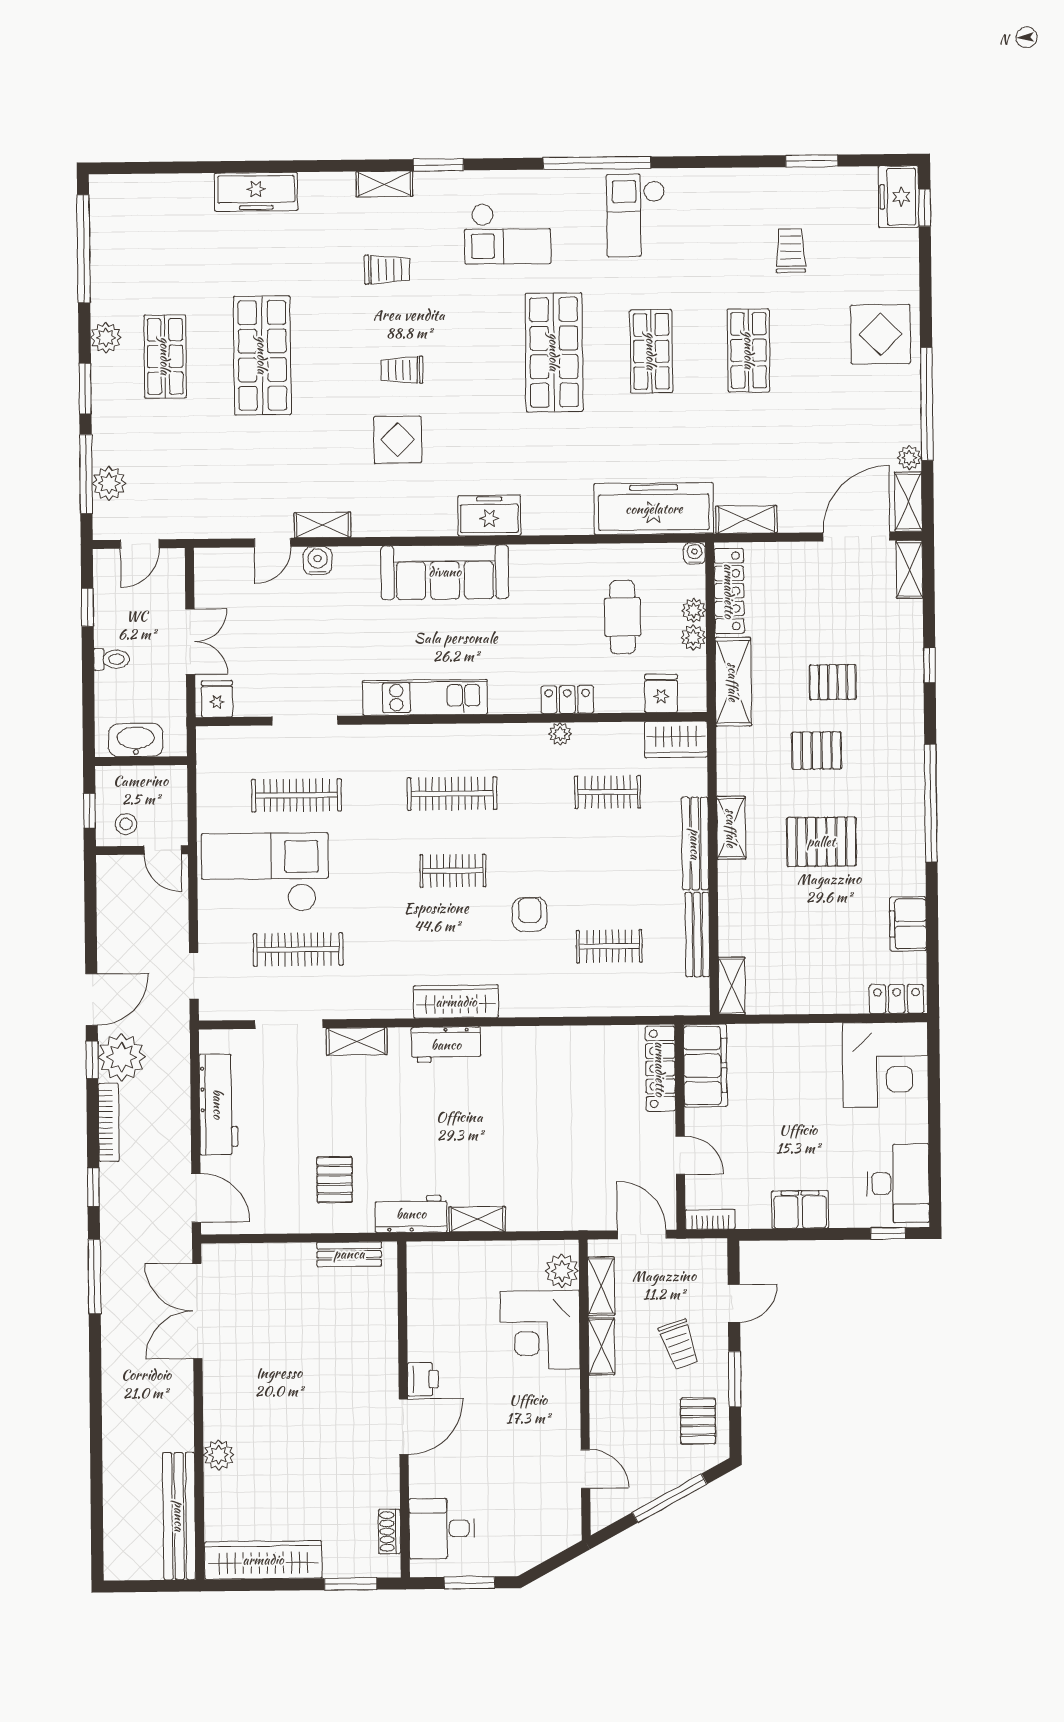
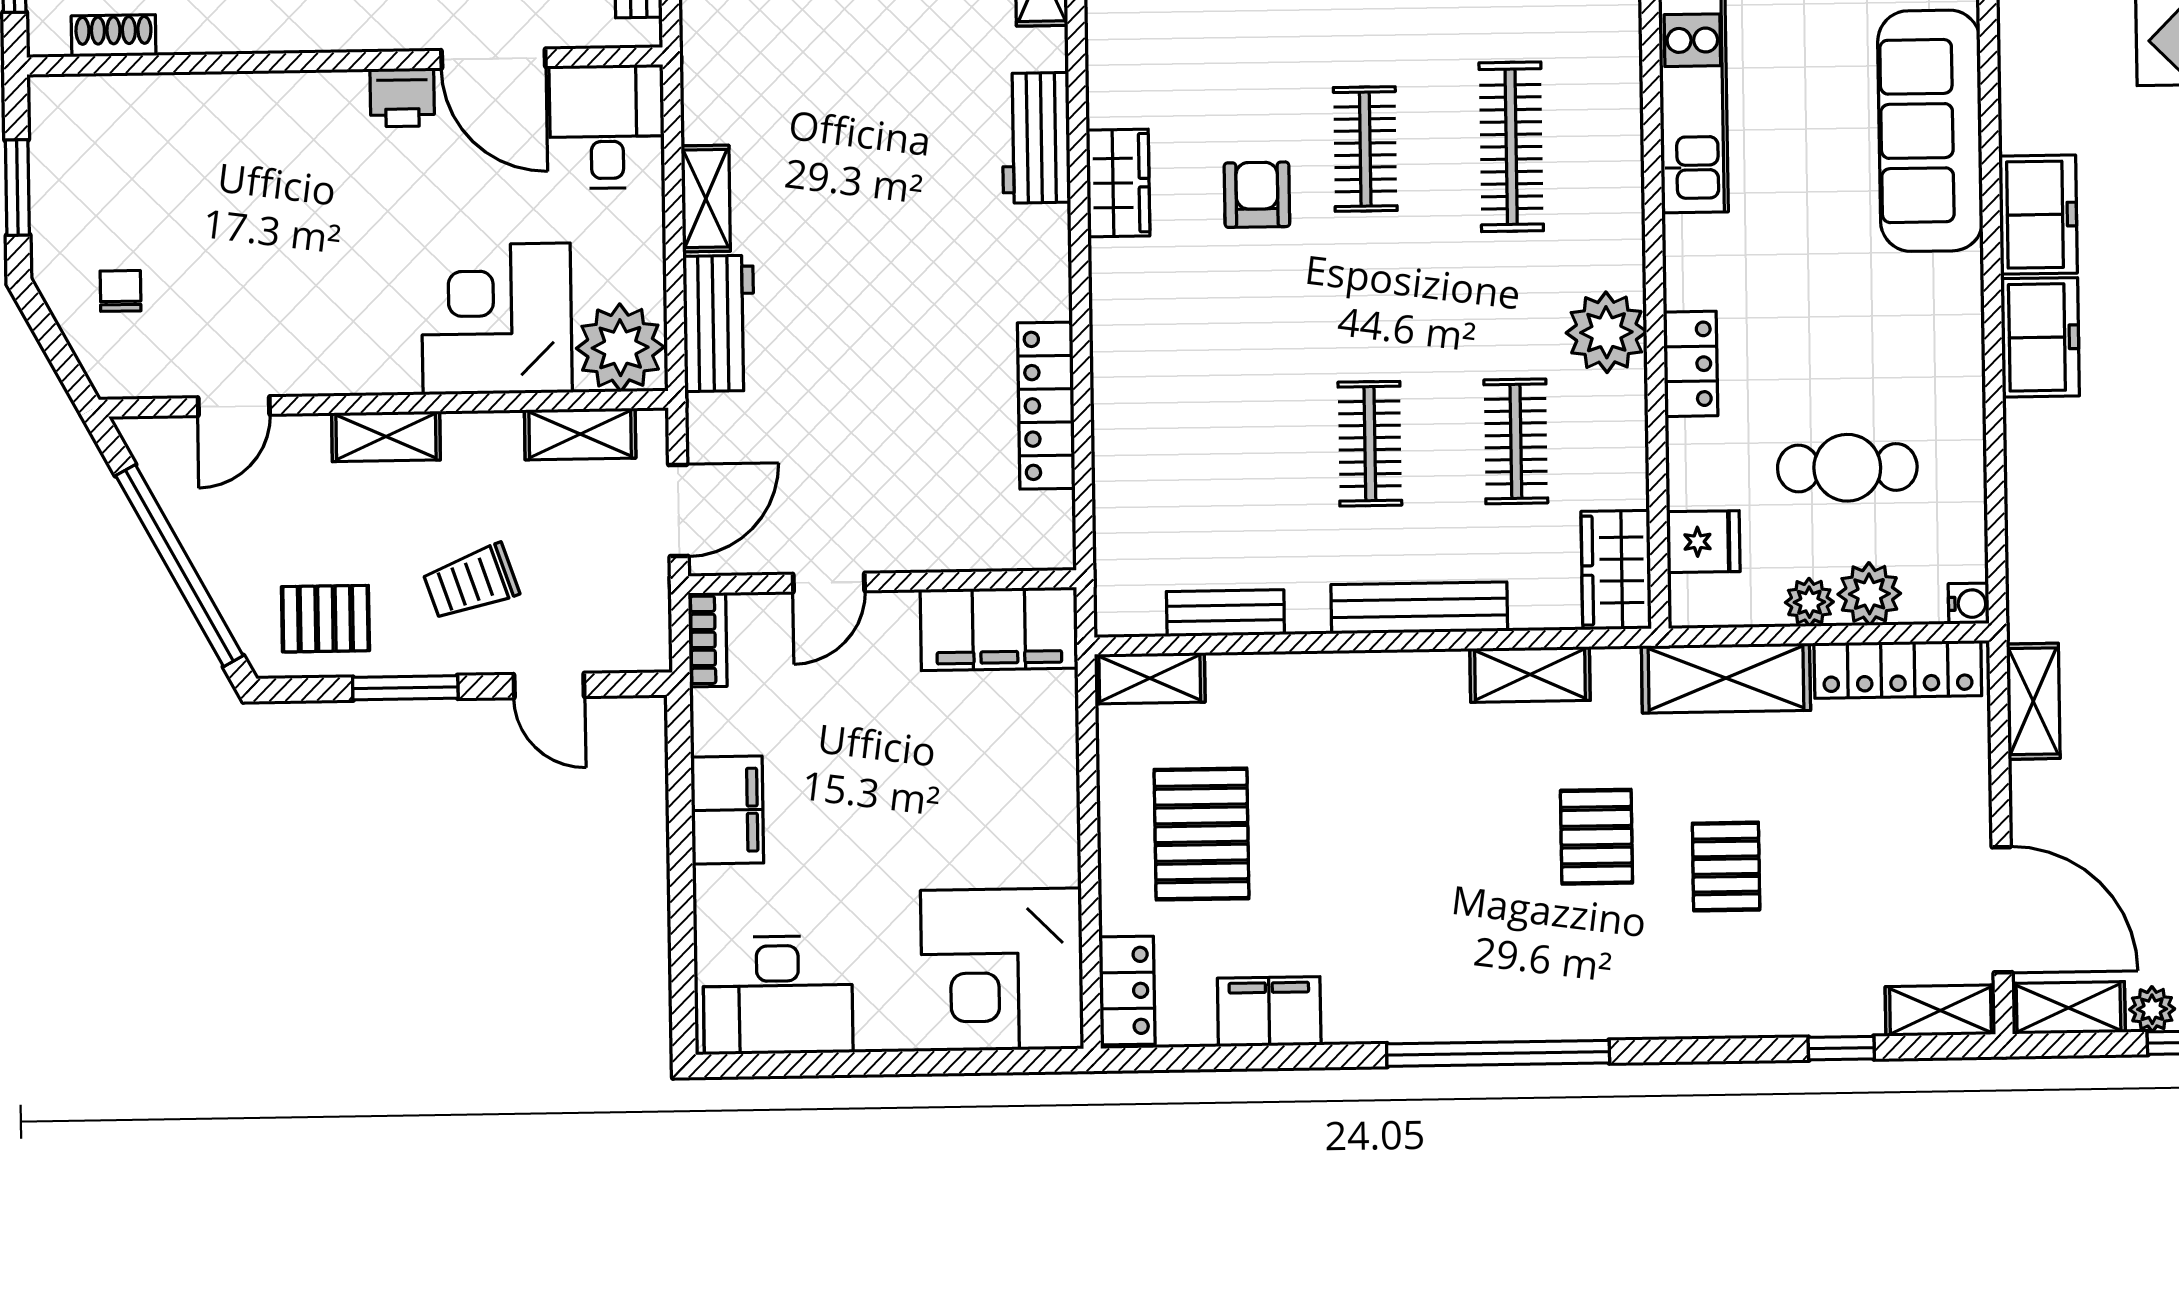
freezer: (654, 509) -> (2040, 337), moved, width x0.52, depth x0.79
plant: (694, 610) -> (1869, 594), width x1.38, depth x1.38
window: (929, 665) -> (1841, 1048), moved
plant: (560, 734) -> (1606, 332), width x1.88, depth x1.88
shelving: (731, 828) -> (1530, 674), moved
pallet: (821, 842) -> (1202, 834), moved
armchair: (530, 914) -> (1257, 195), moved, turned -90
bench: (697, 935) -> (1225, 613), width x0.73
clothes rail: (609, 946) -> (1370, 444), moved
wardrobe: (456, 1002) -> (1118, 183), width x0.67
locker: (660, 1069) -> (1046, 406), moved, turned -90
workbench: (411, 1214) -> (719, 323), moved
window: (888, 1233) -> (683, 977), removed
plant: (562, 1271) -> (620, 348), width x1.36, depth x1.36
shelving: (602, 1346) -> (386, 436), moved
door: (404, 1427) -> (493, 59), moved
window: (670, 1498) -> (179, 566), width x1.46
desk: (442, 1529) -> (607, 127), moved
chair: (524, 1529) -> (120, 291), added

